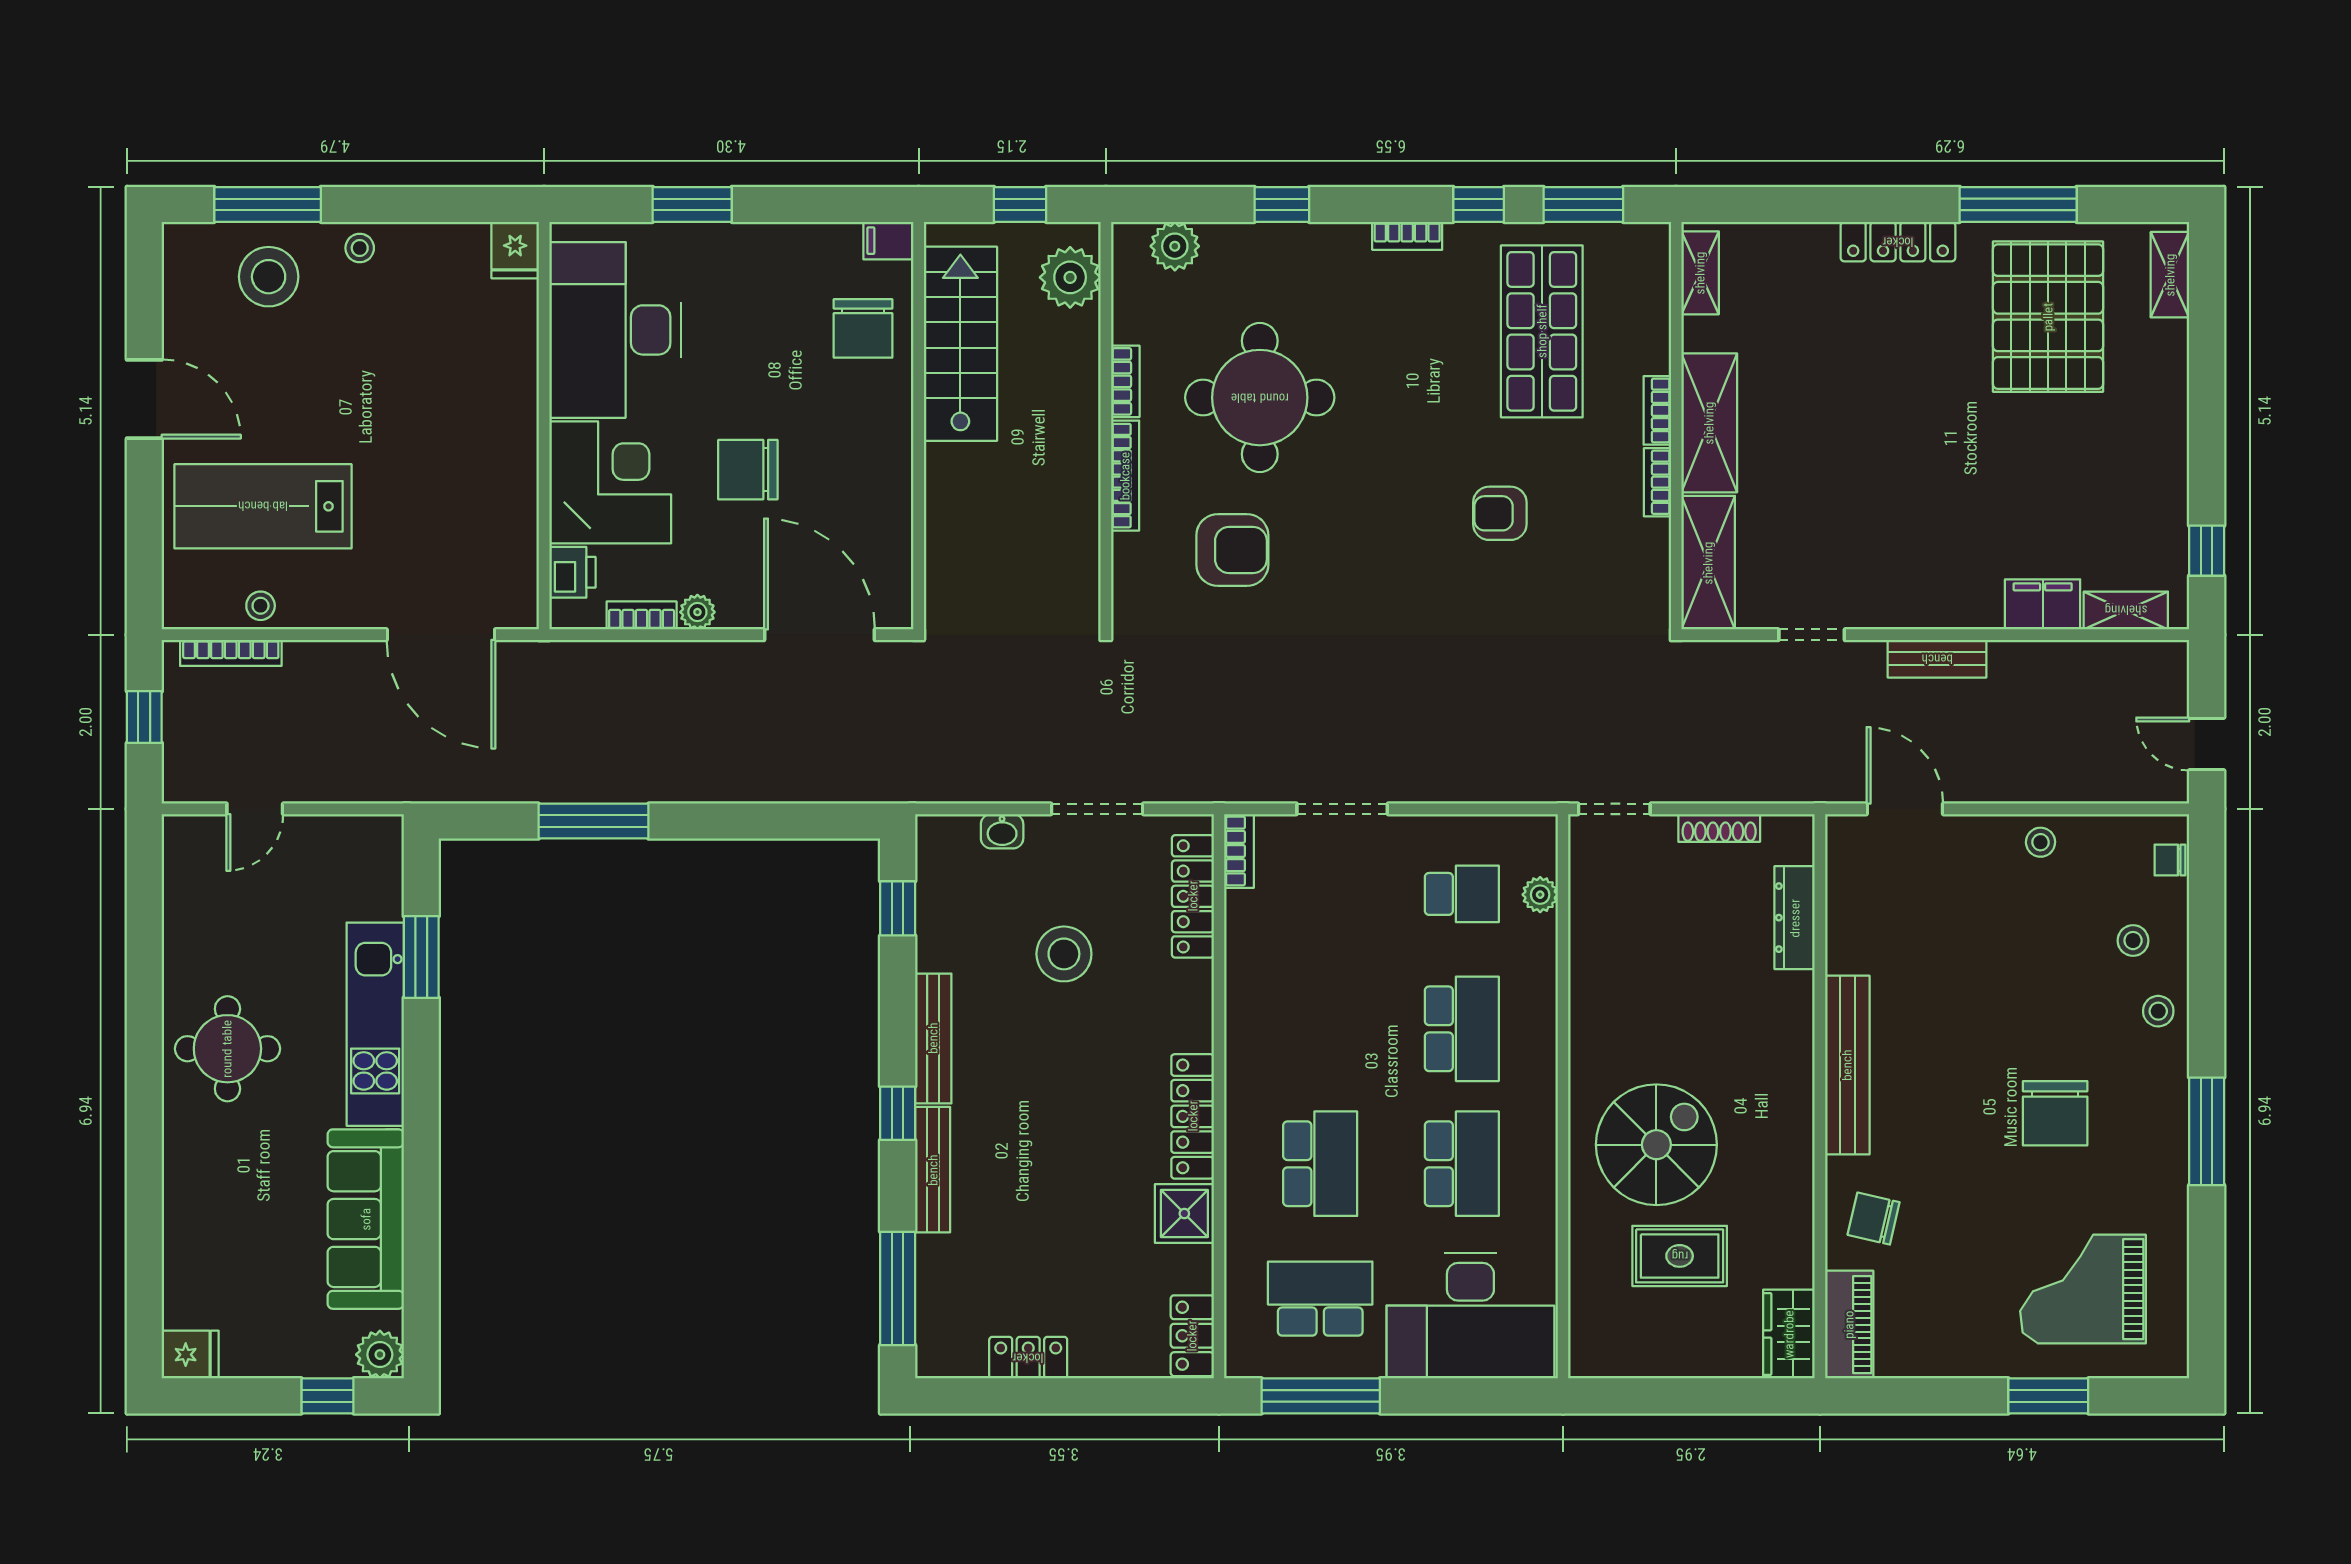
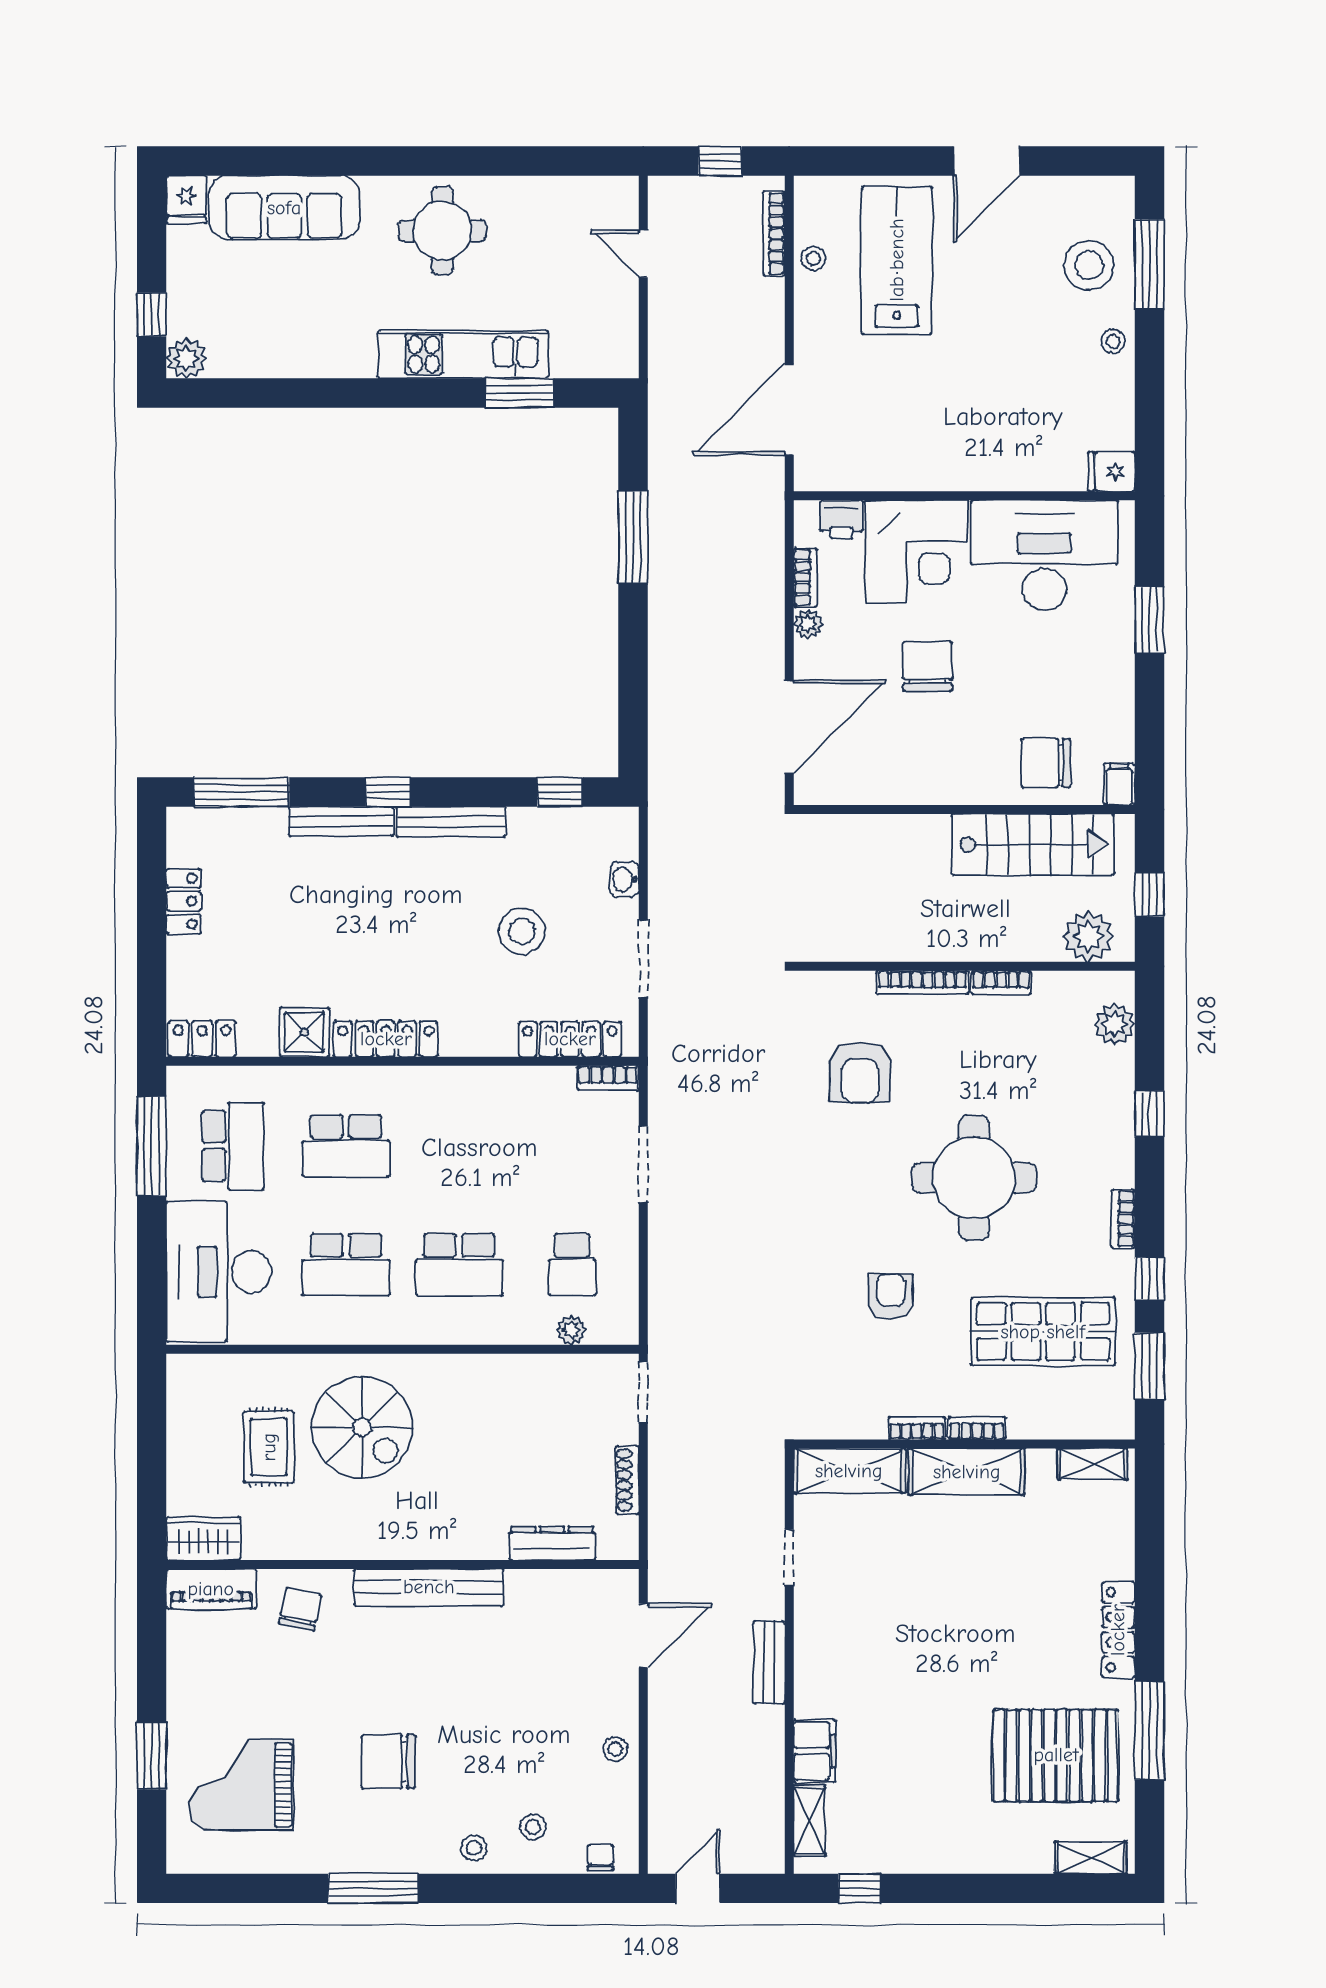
round table: (1260, 398) -> (974, 1178), moved
sofa: (366, 1219) -> (284, 208), moved, turned 180
grand piano: (2083, 1289) -> (241, 1785), turned -90

